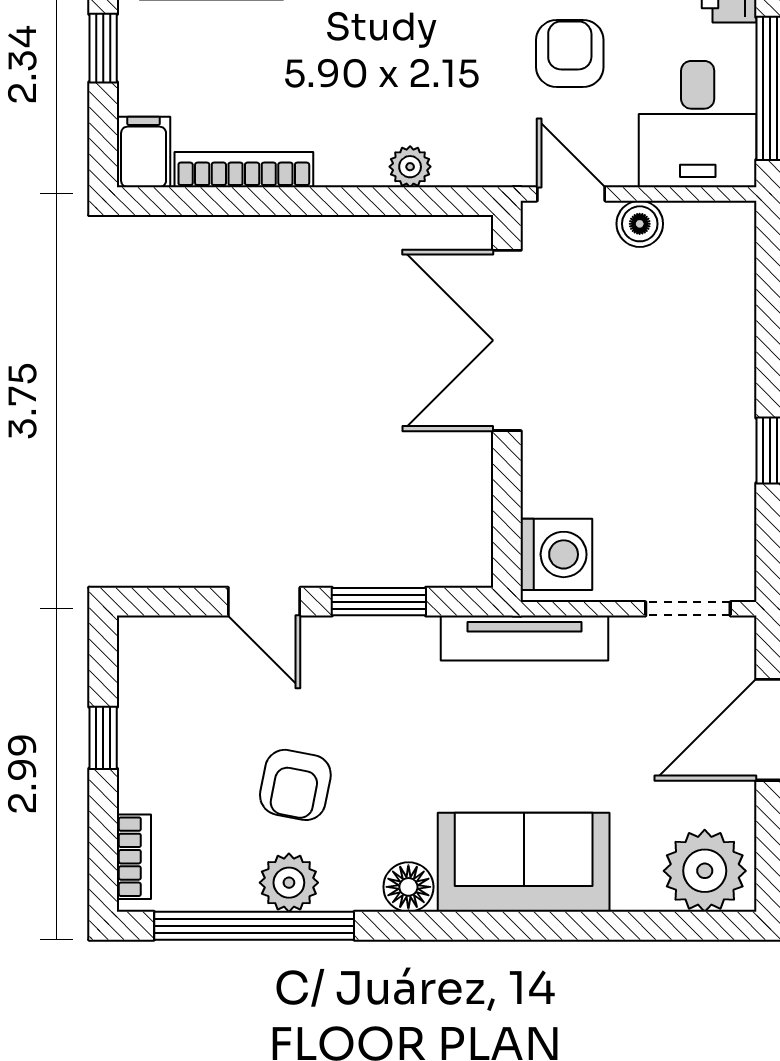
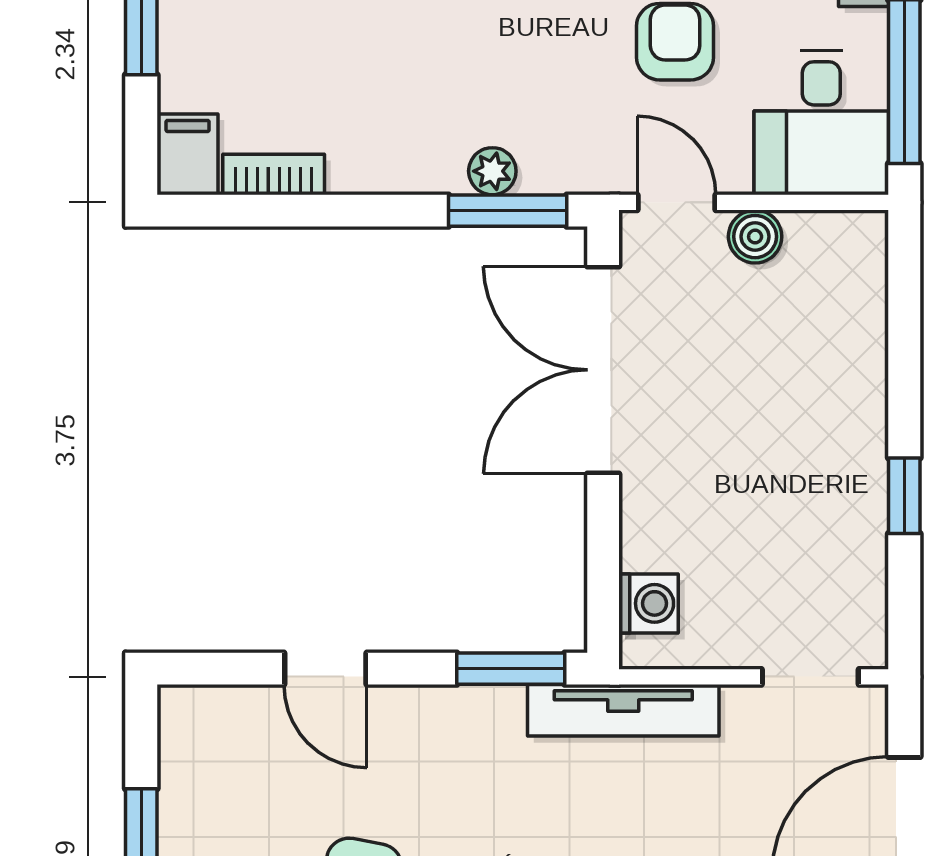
bookcase: (244, 170) -> (274, 175), width x0.64
window: (423, 201) -> (508, 211), added
washing machine: (556, 554) -> (649, 603), width x0.73, depth x0.73
window: (379, 602) -> (511, 669), moved

